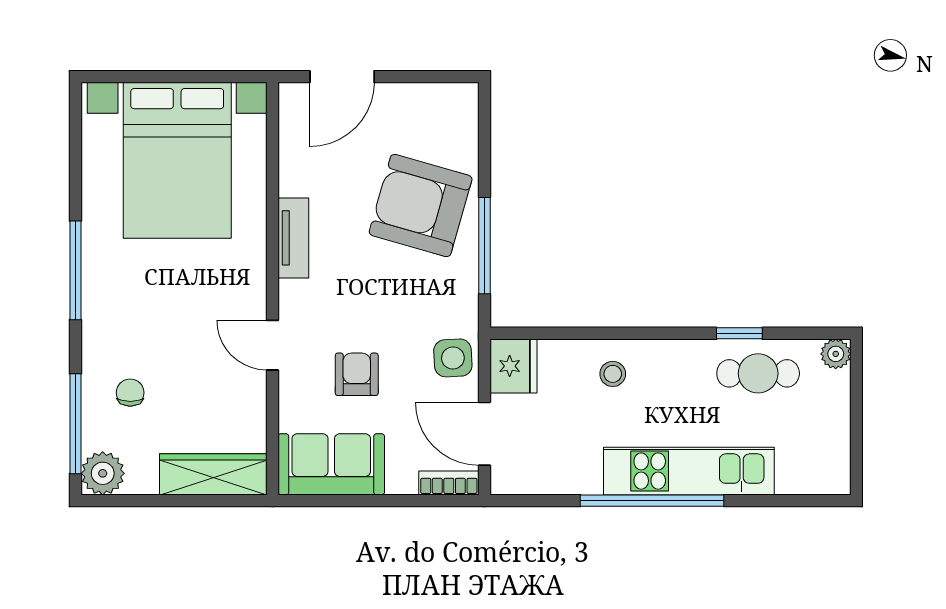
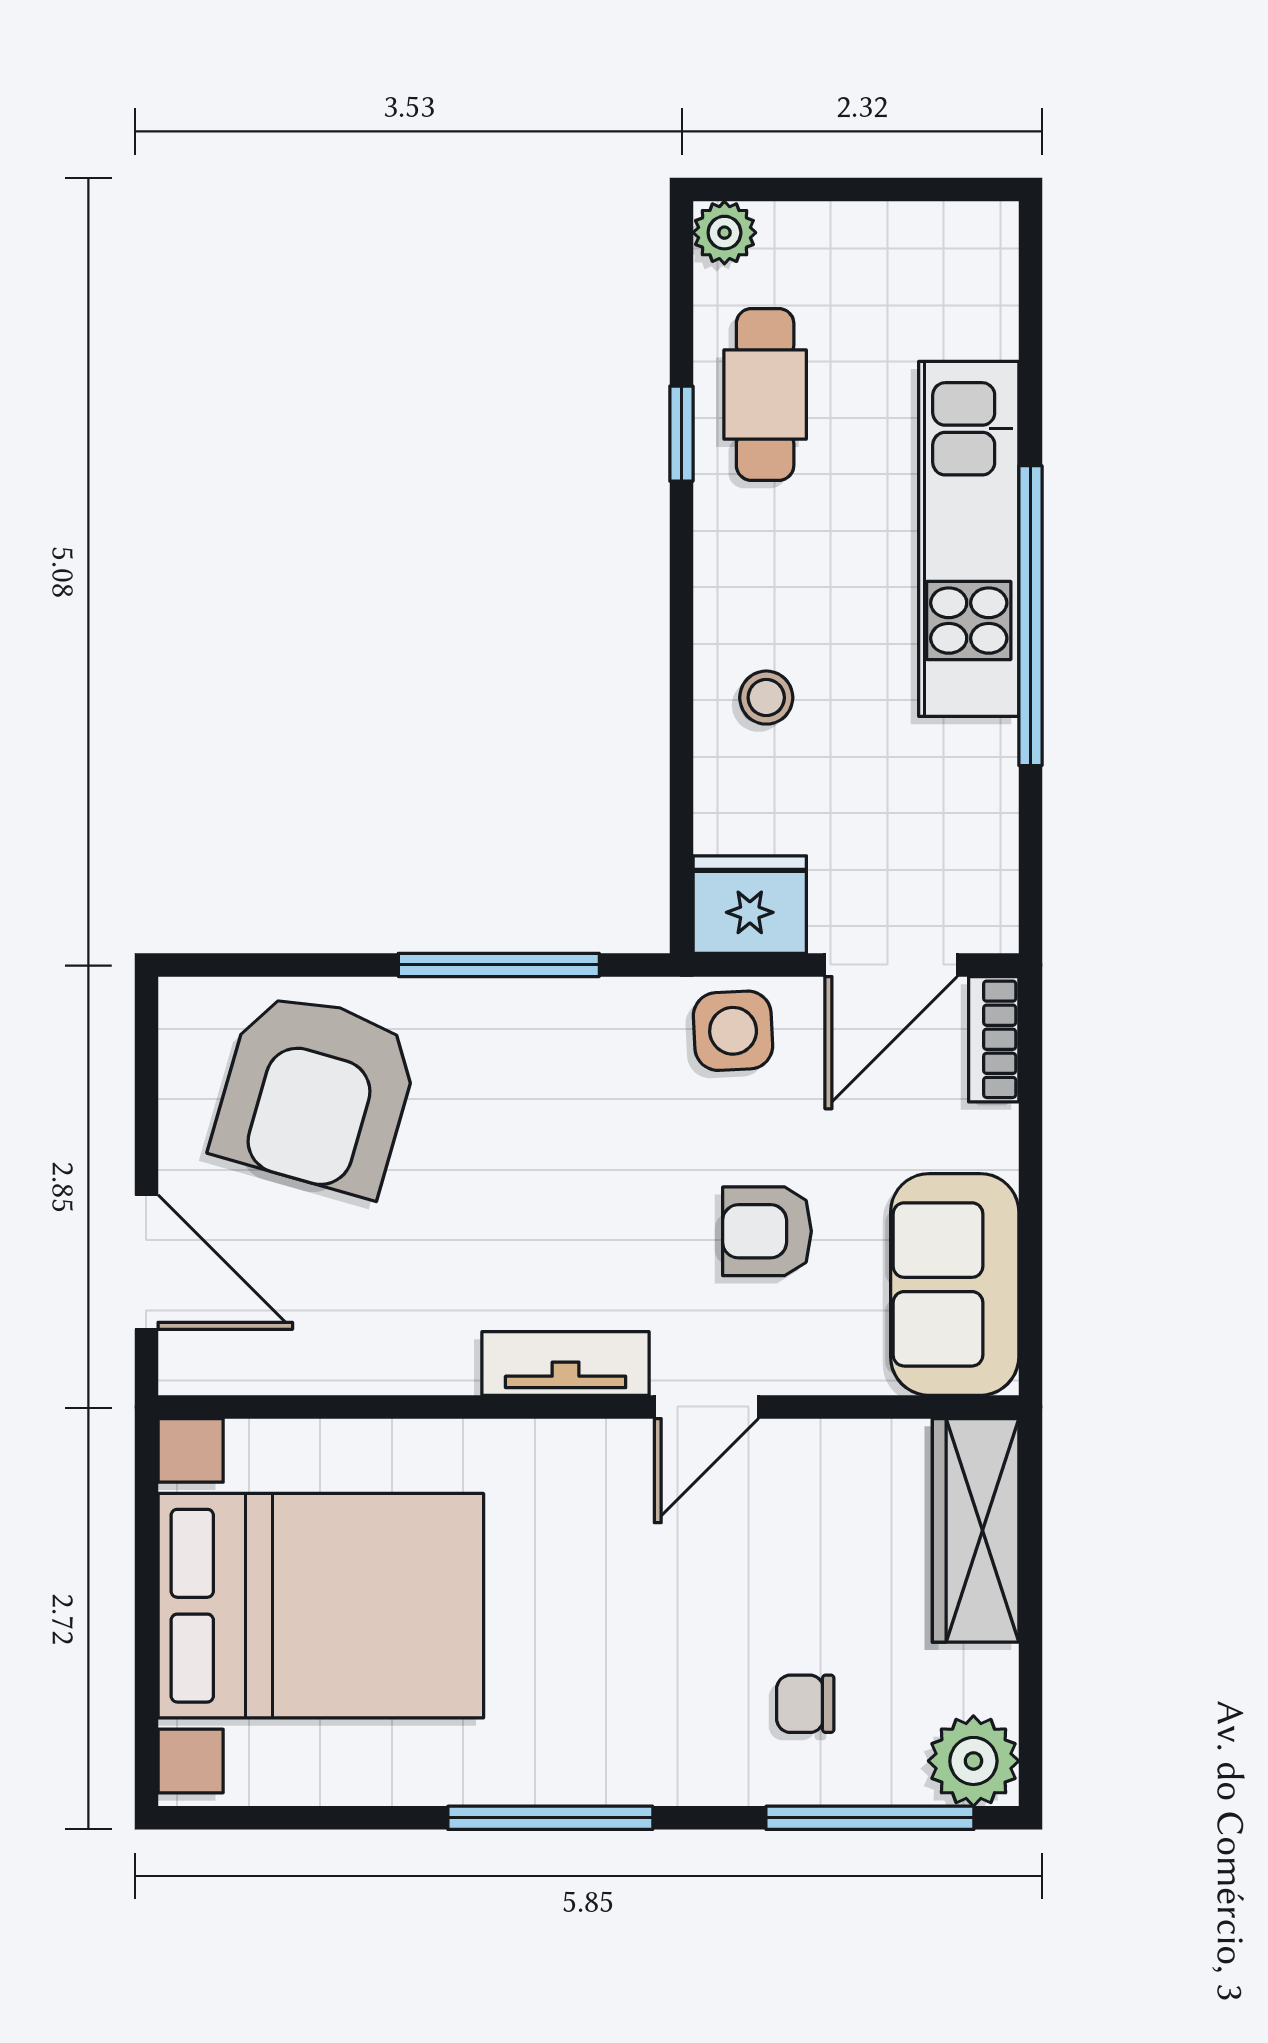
armchair: (421, 205) -> (316, 1093), moved
tv unit: (293, 238) -> (566, 1363), moved

